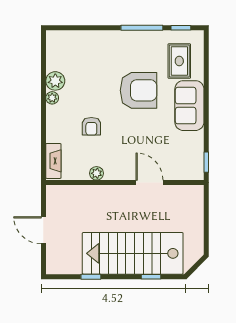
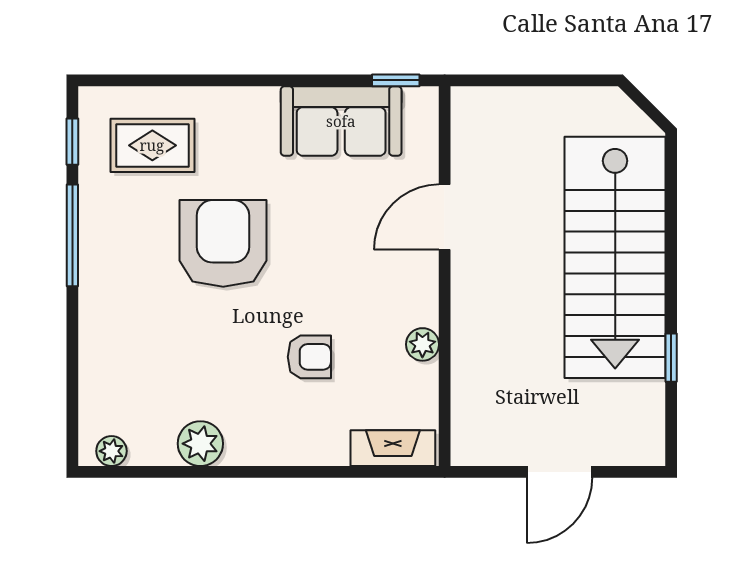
plant: (52, 98) -> (111, 451), moved
sofa: (189, 106) -> (341, 121), moved
window: (151, 277) -> (671, 213), removed

